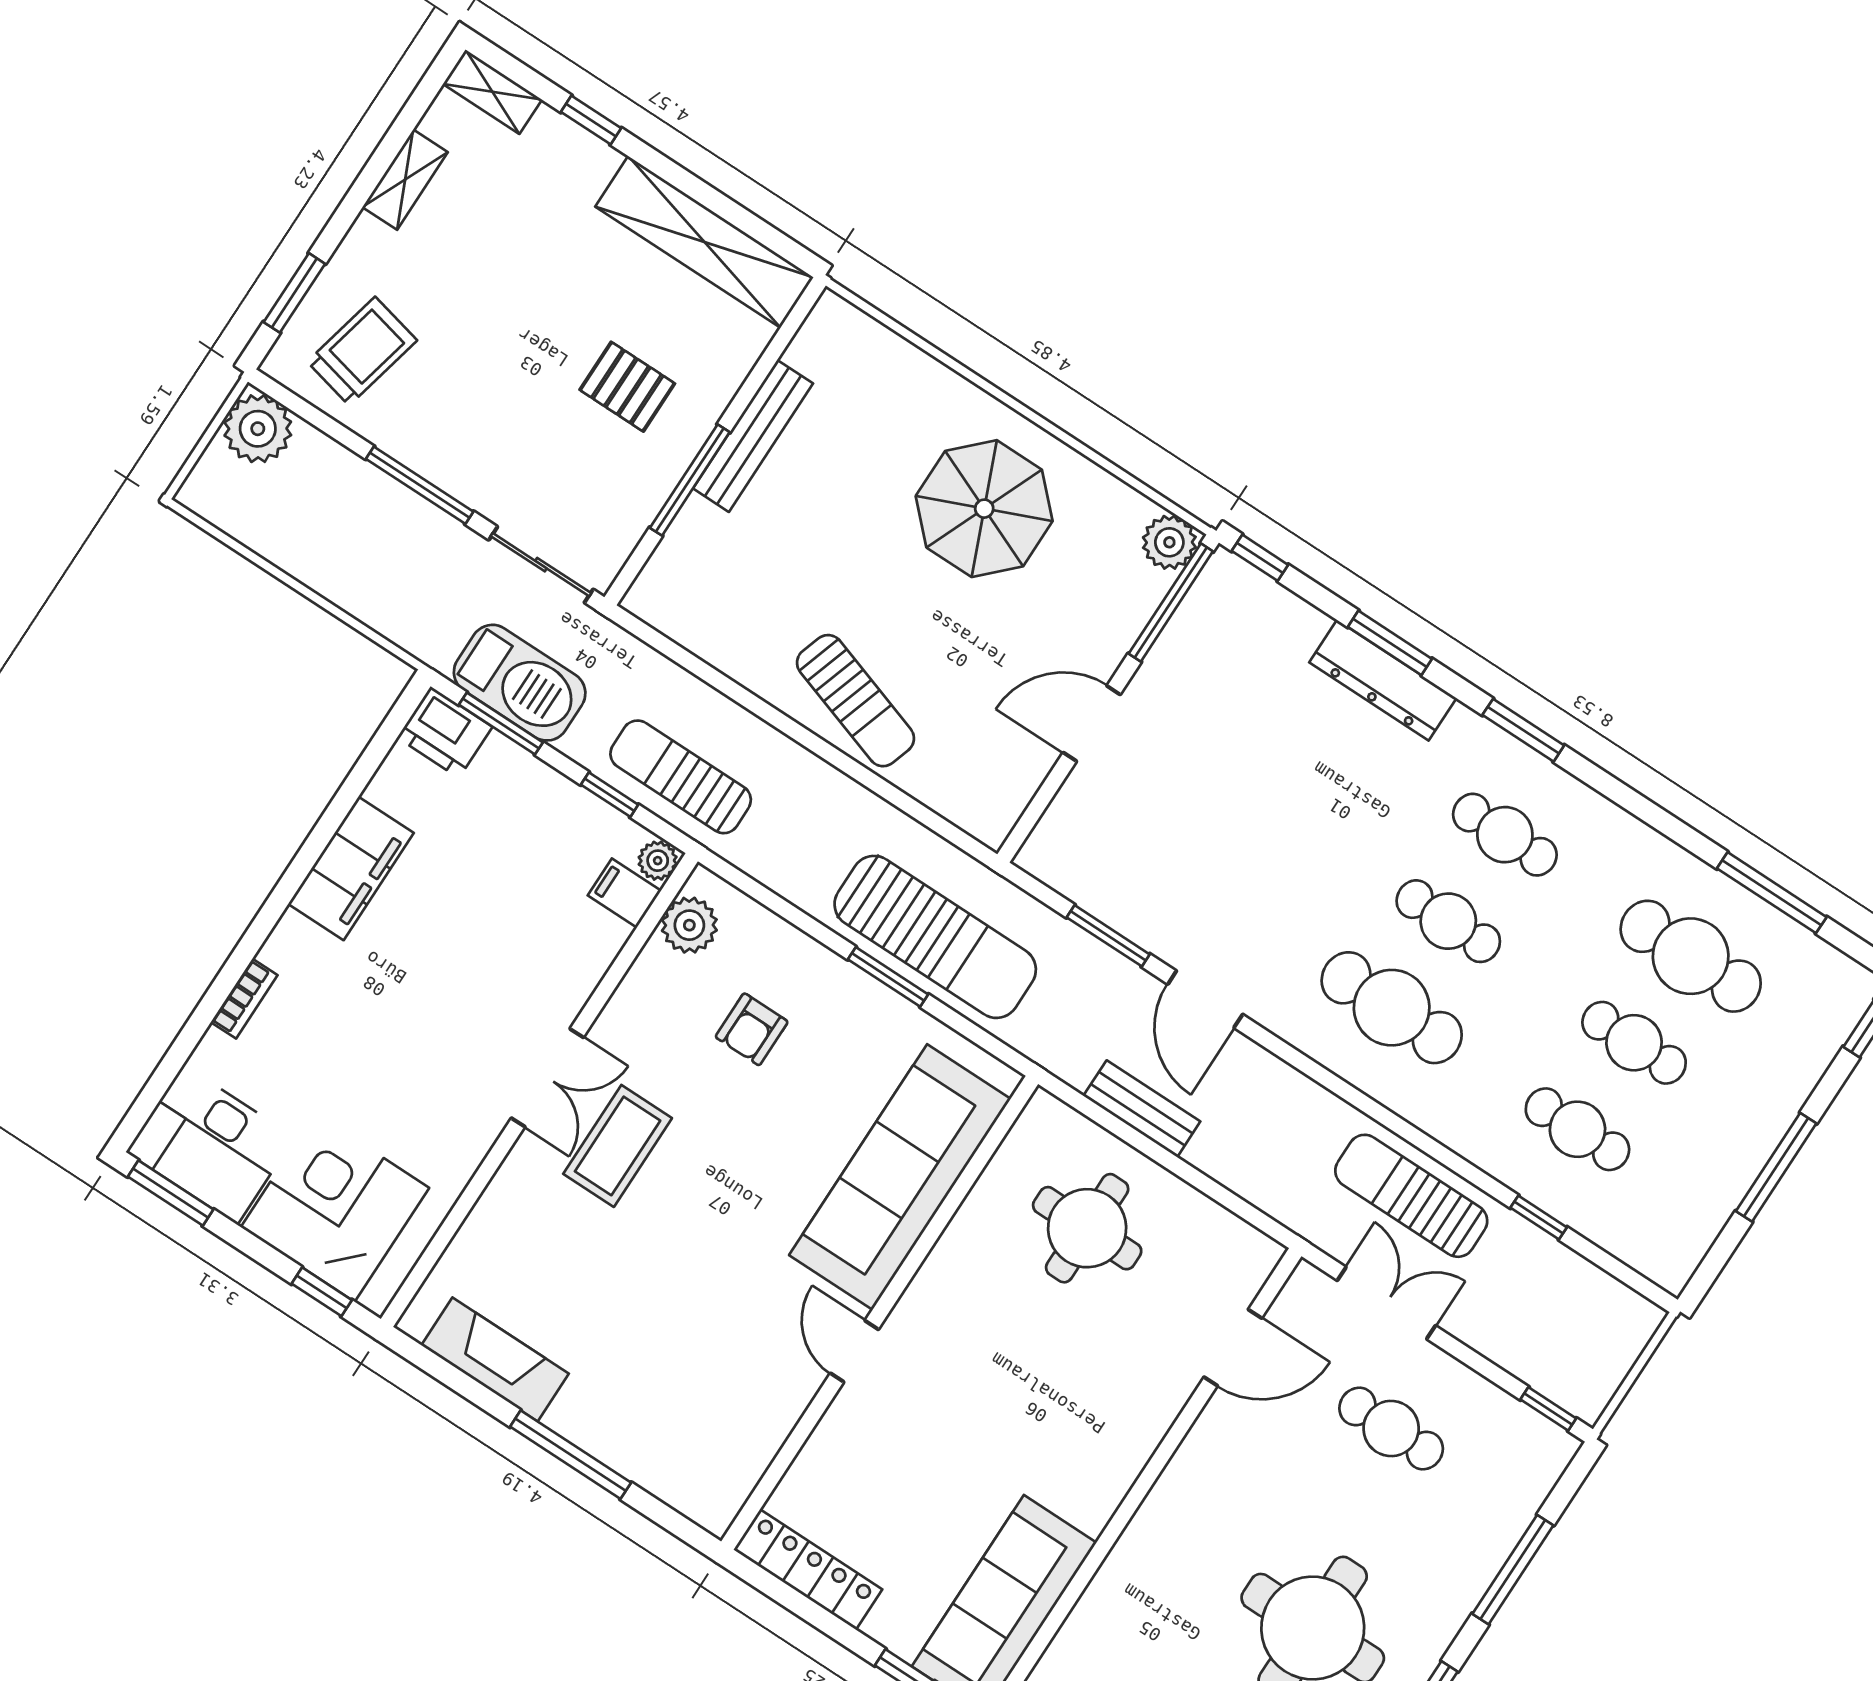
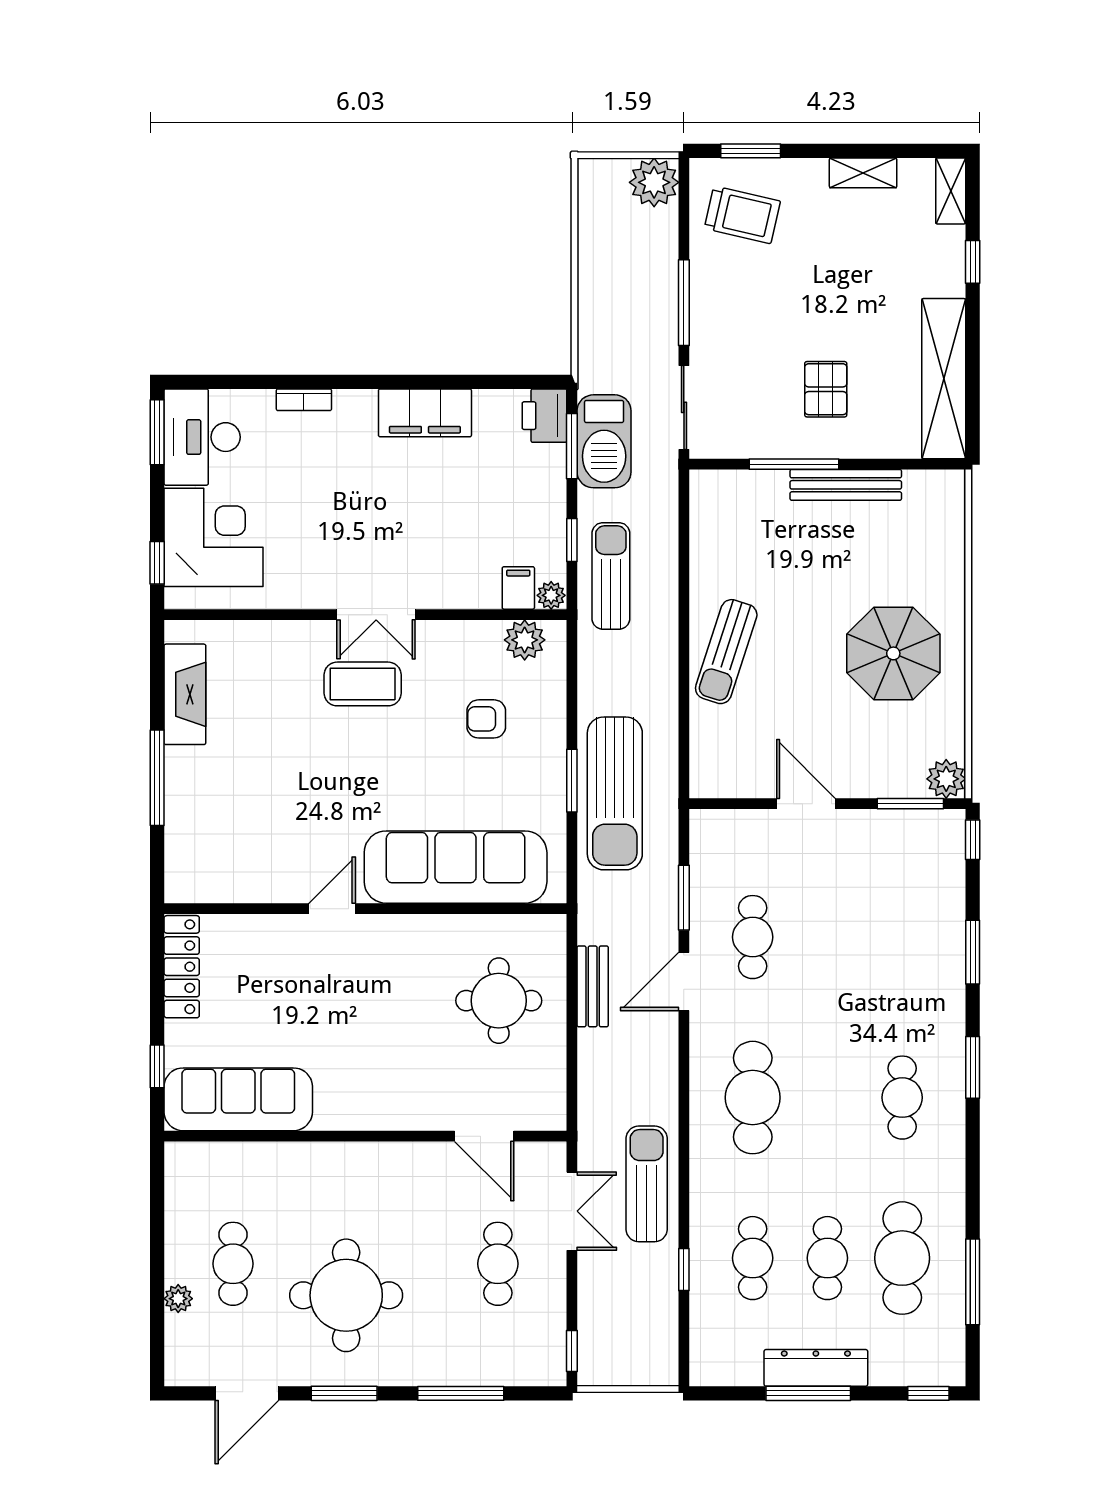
window: (1171, 603) -> (910, 804), width x0.69
dresser: (1383, 680) -> (816, 1368), moved, turned 90
cafe table: (1448, 921) -> (753, 937), moved

